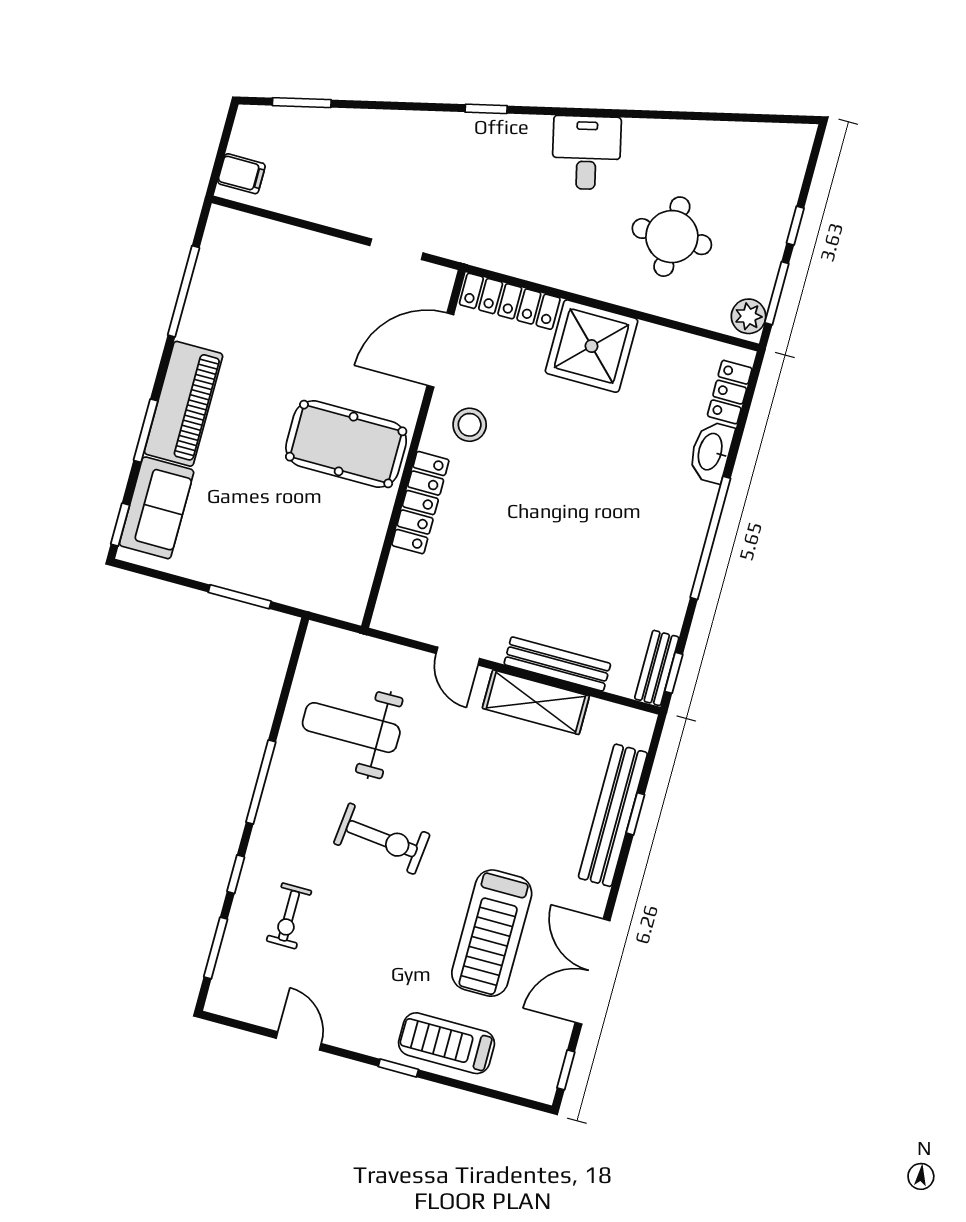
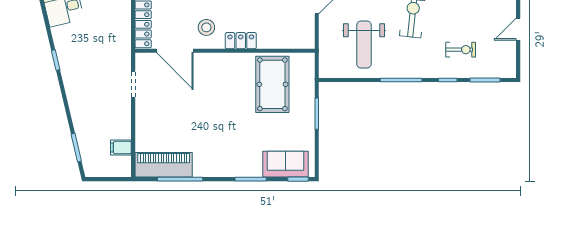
filing cabinet: (241, 174) -> (121, 147), moved, turned -90
piano: (183, 404) -> (164, 165), moved
pool table: (346, 444) -> (272, 84), moved
locker: (420, 503) -> (241, 41), width x0.66

